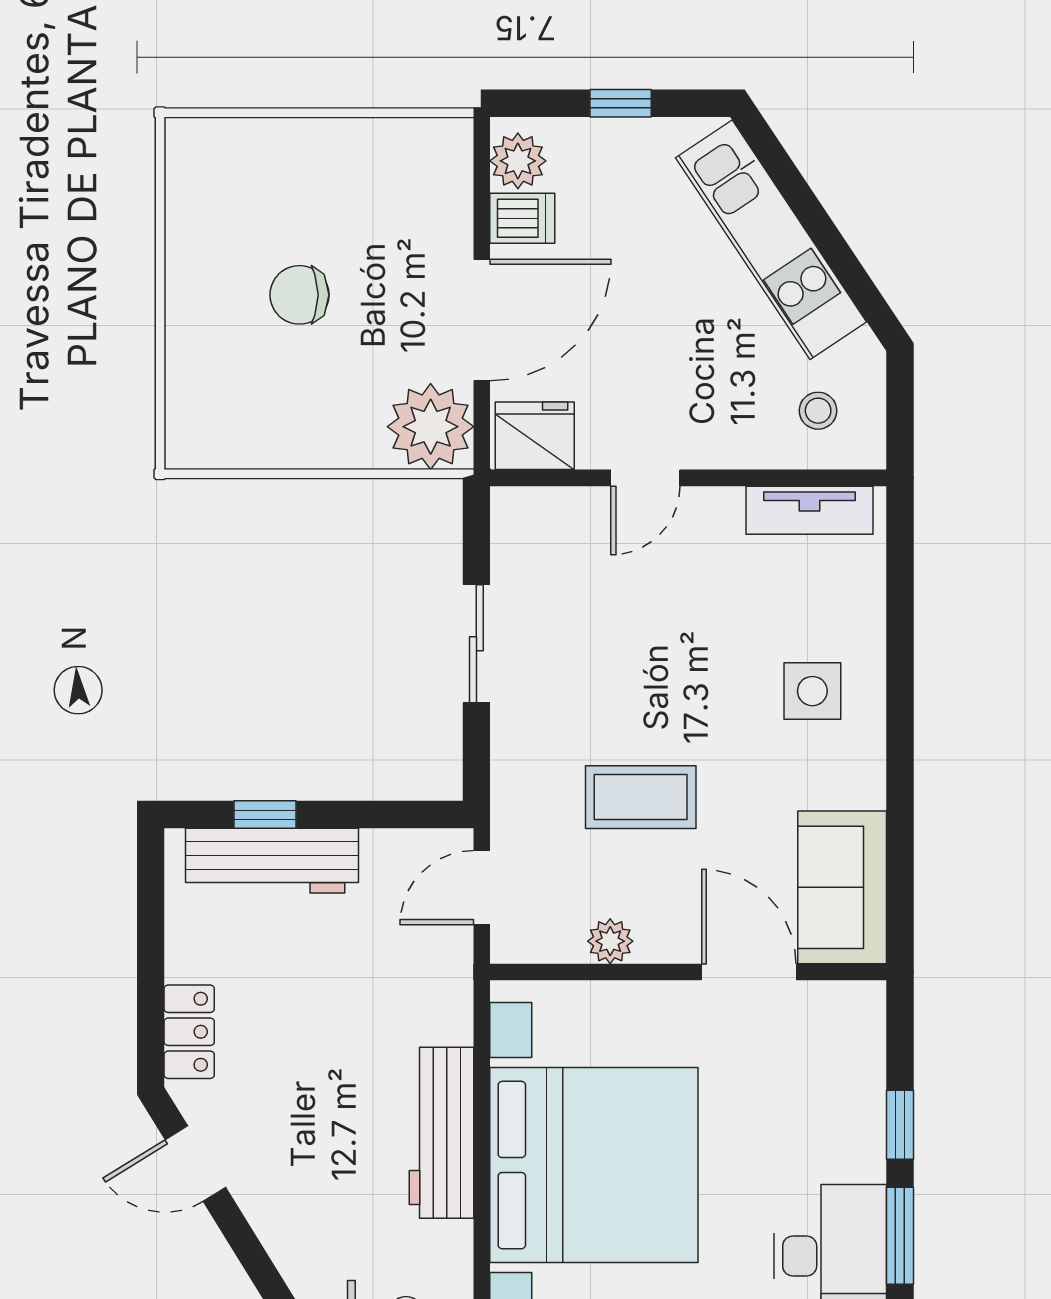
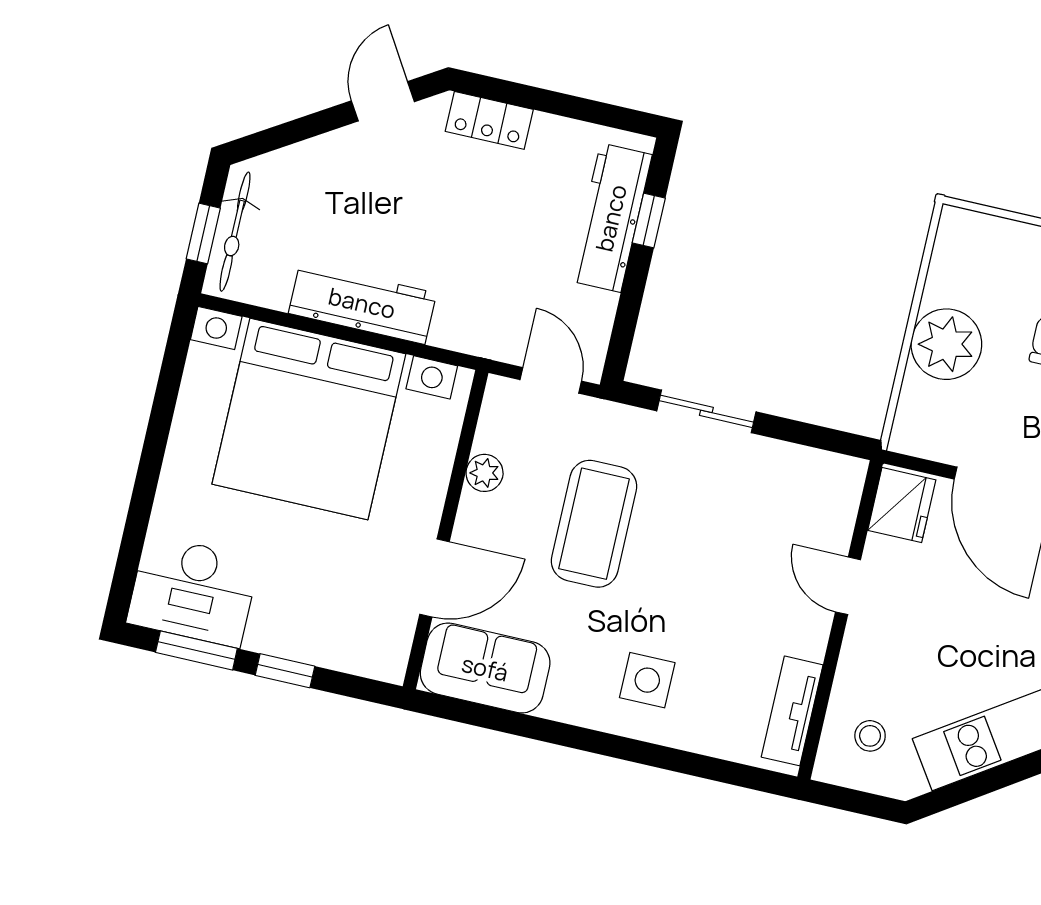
plant: (431, 427) -> (946, 344), moved
sliding door: (476, 644) -> (706, 411), moved
coffee table: (641, 797) -> (594, 524), width x1.36, depth x1.32

